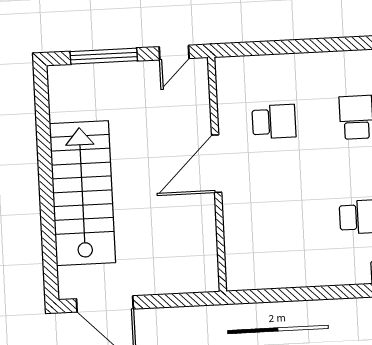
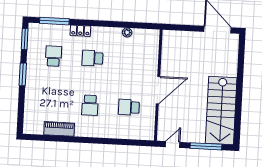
stairs: (82, 193) -> (221, 110), moved
plant: (294, 278) -> (127, 32), added

